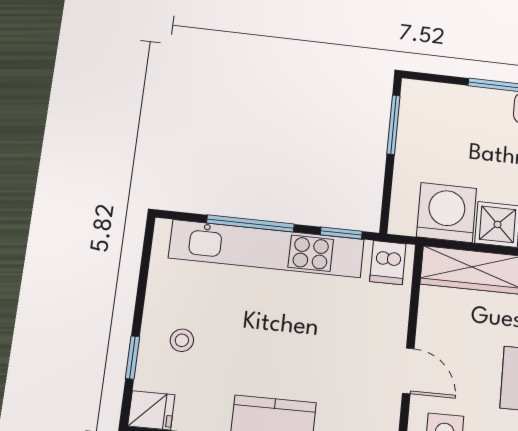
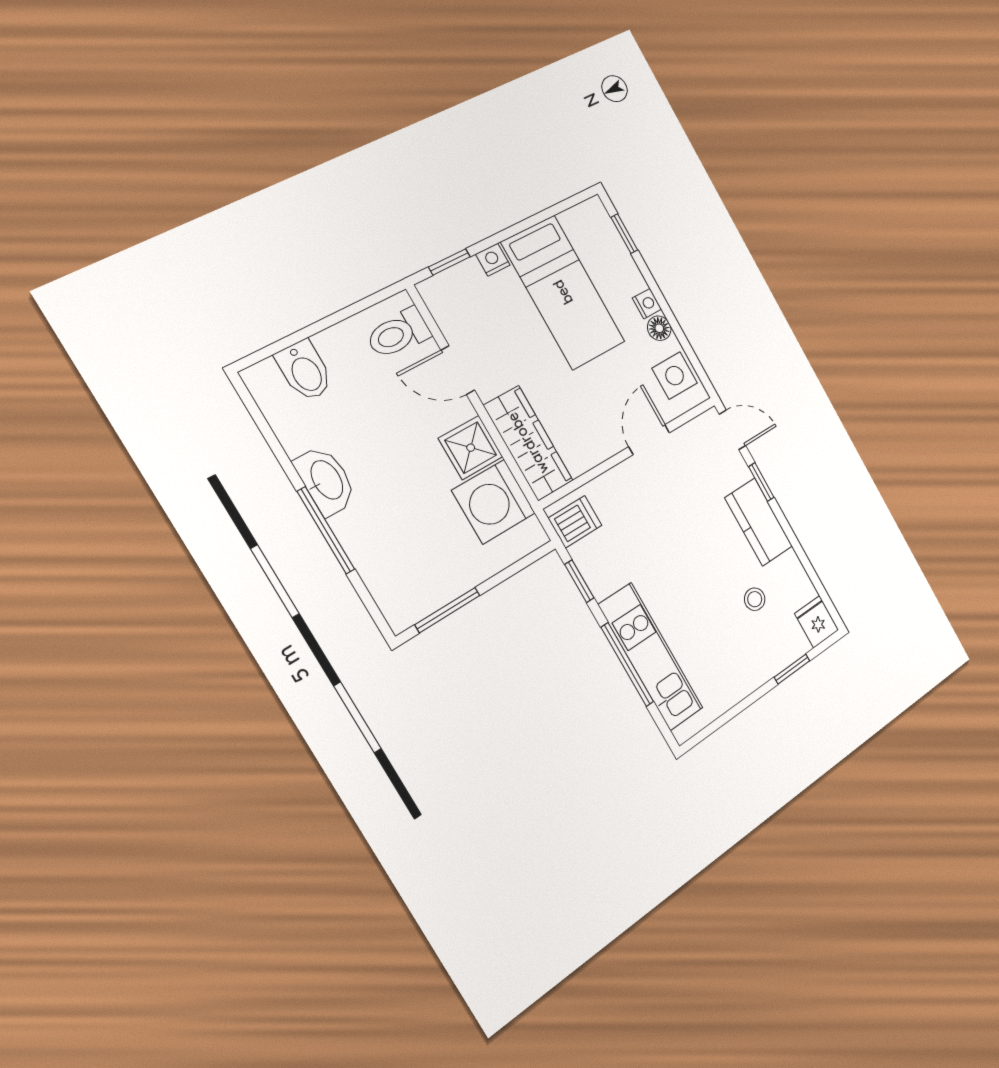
kitchen unit: (267, 249) -> (651, 657), width x0.73
stool: (182, 340) -> (755, 599), moved

